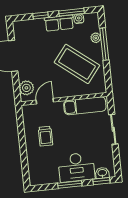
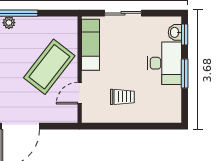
coffee table: (77, 64) -> (49, 67), moved
plant: (26, 88) -> (61, 114), removed
door: (45, 101) -> (80, 93), hinge flipped

